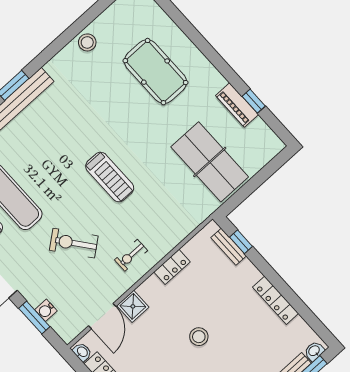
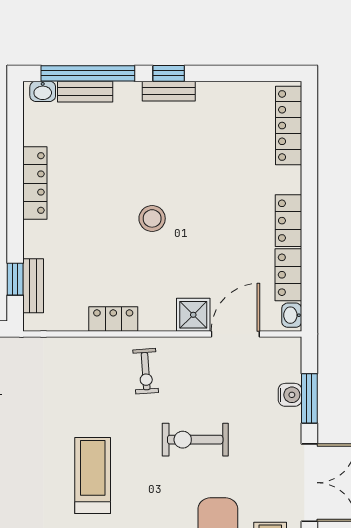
exercise bike: (74, 243) -> (195, 440), turned 128
exercise bike: (131, 255) -> (146, 371), turned 86

